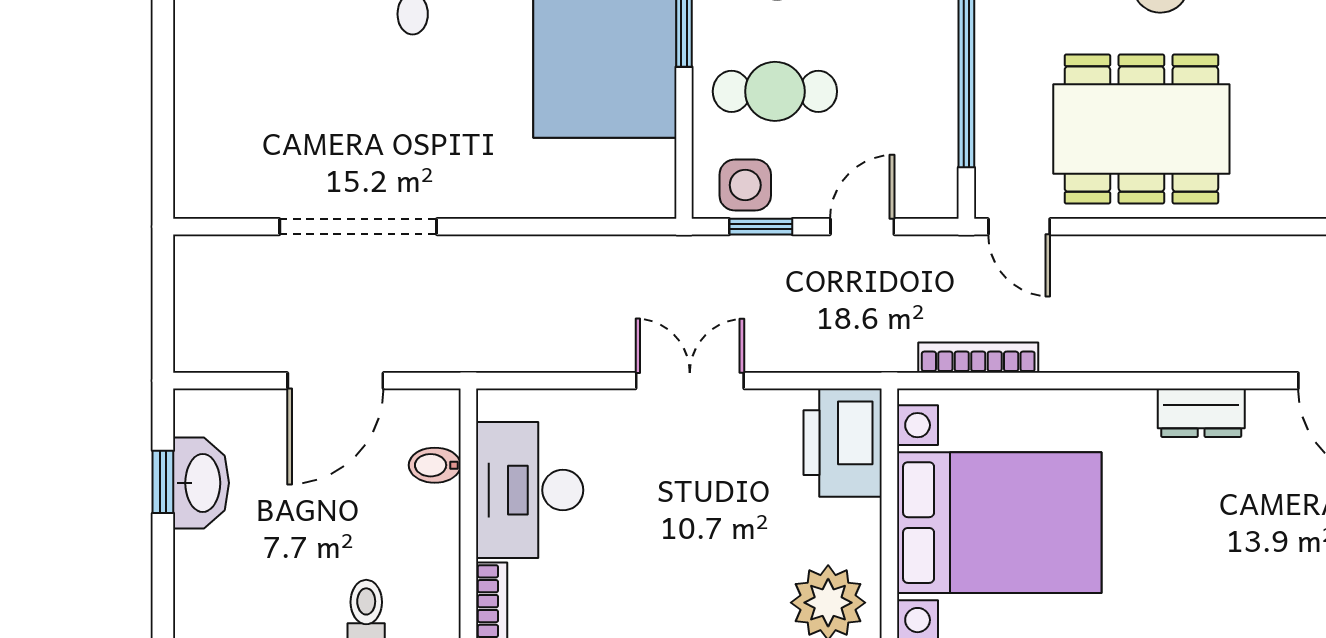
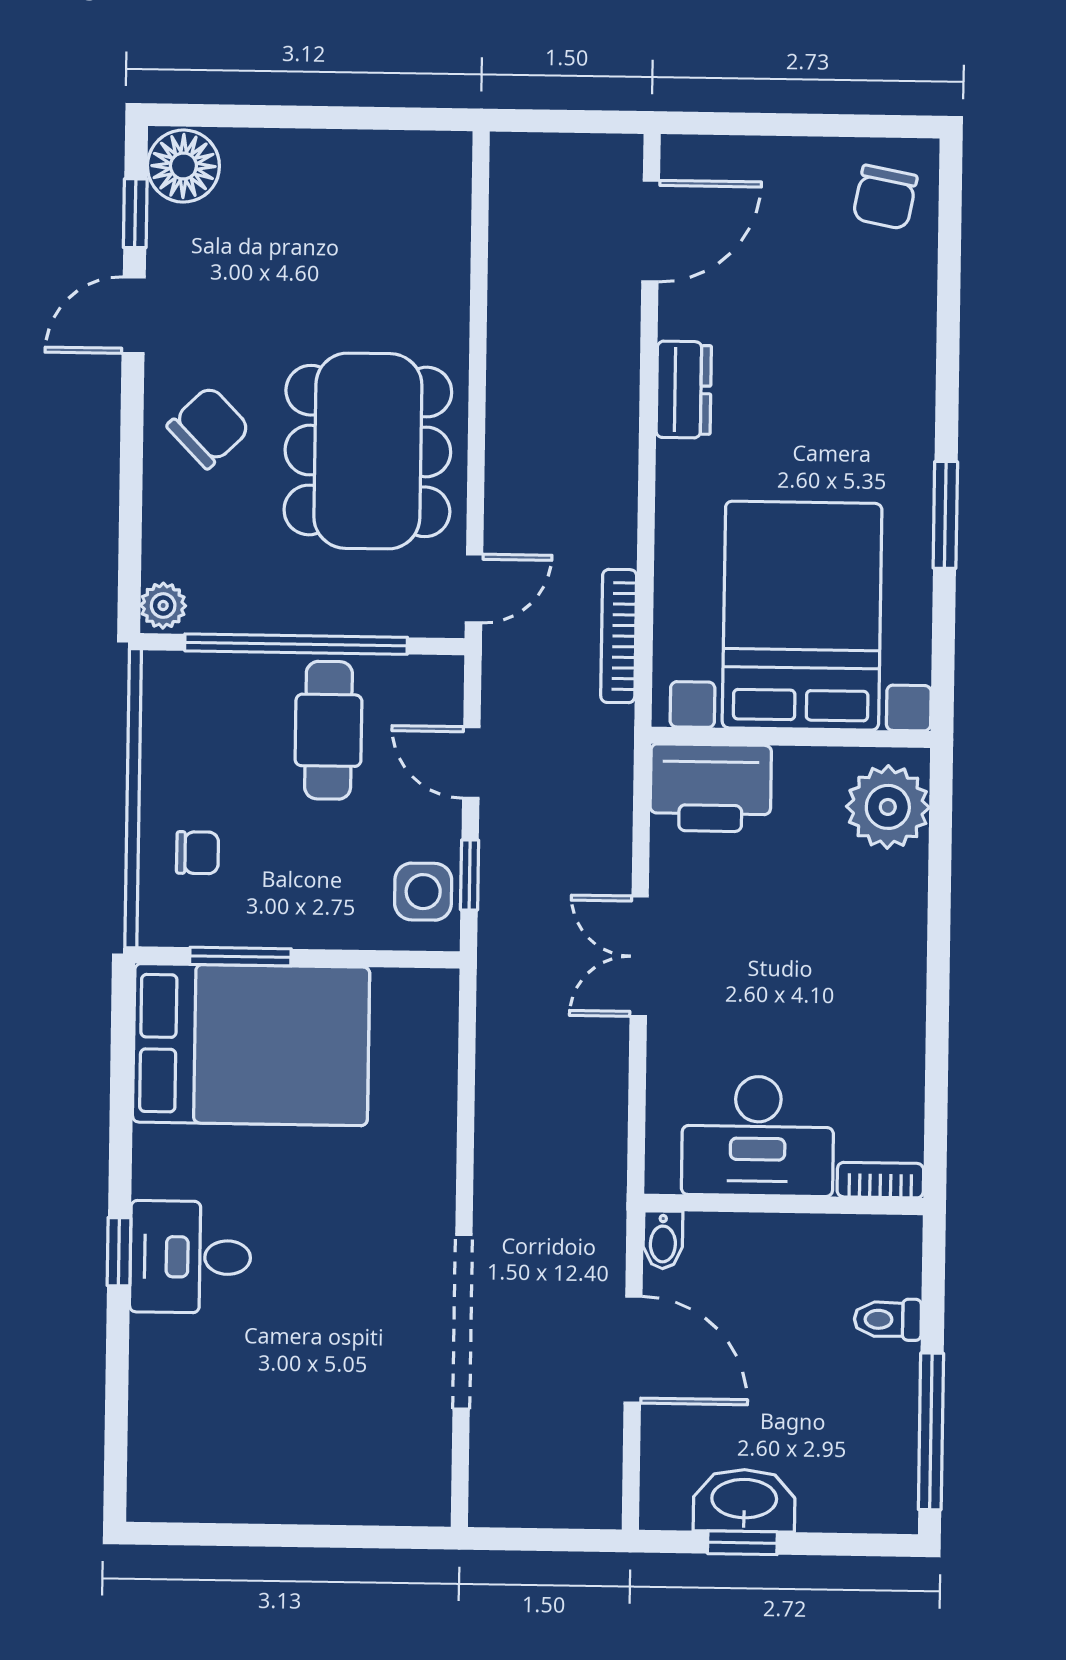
cafe table: (775, 91) -> (328, 730), moved
bidet: (435, 465) -> (663, 1240), moved

